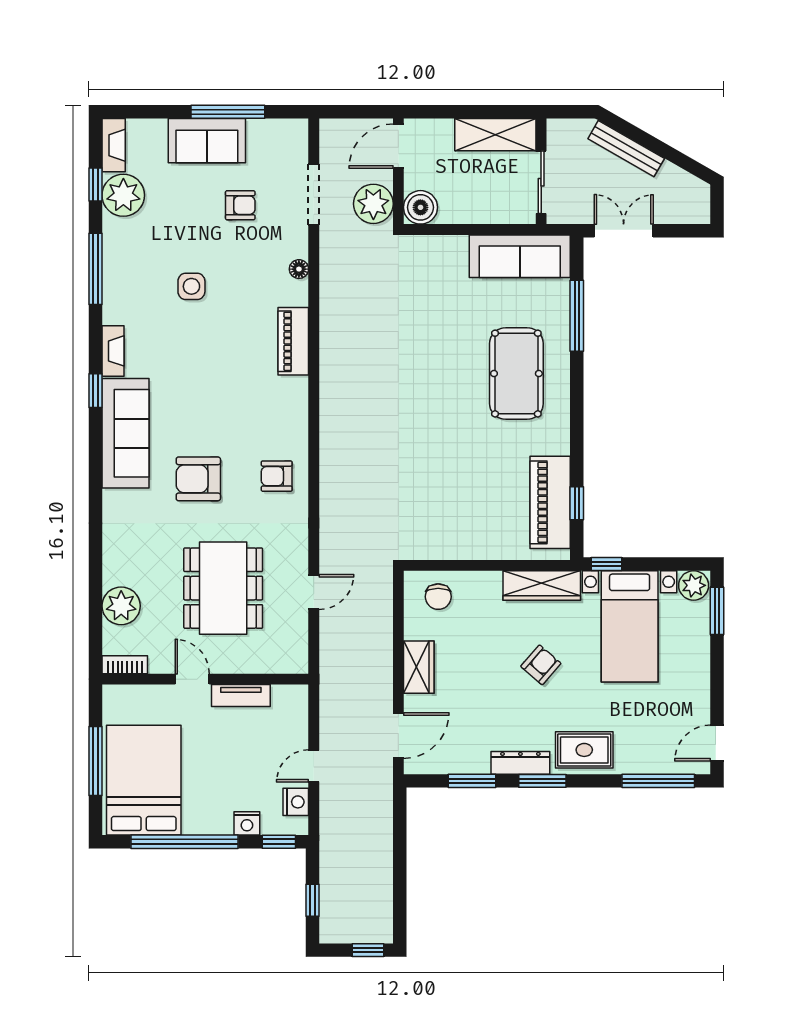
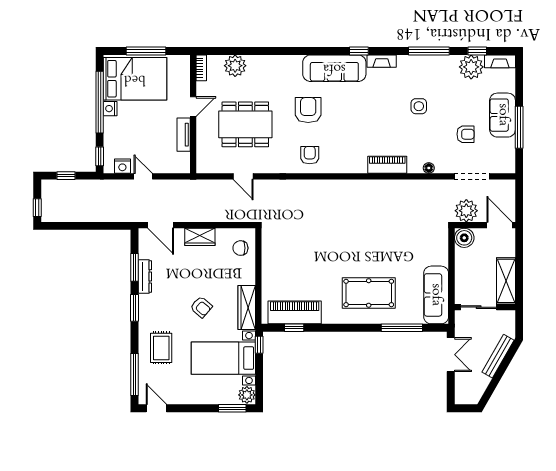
armchair: (240, 205) -> (465, 134), turned -90
rug: (584, 750) -> (161, 348), moved
dresser: (520, 763) -> (145, 276), moved
nightstand: (247, 823) -> (110, 109), moved

